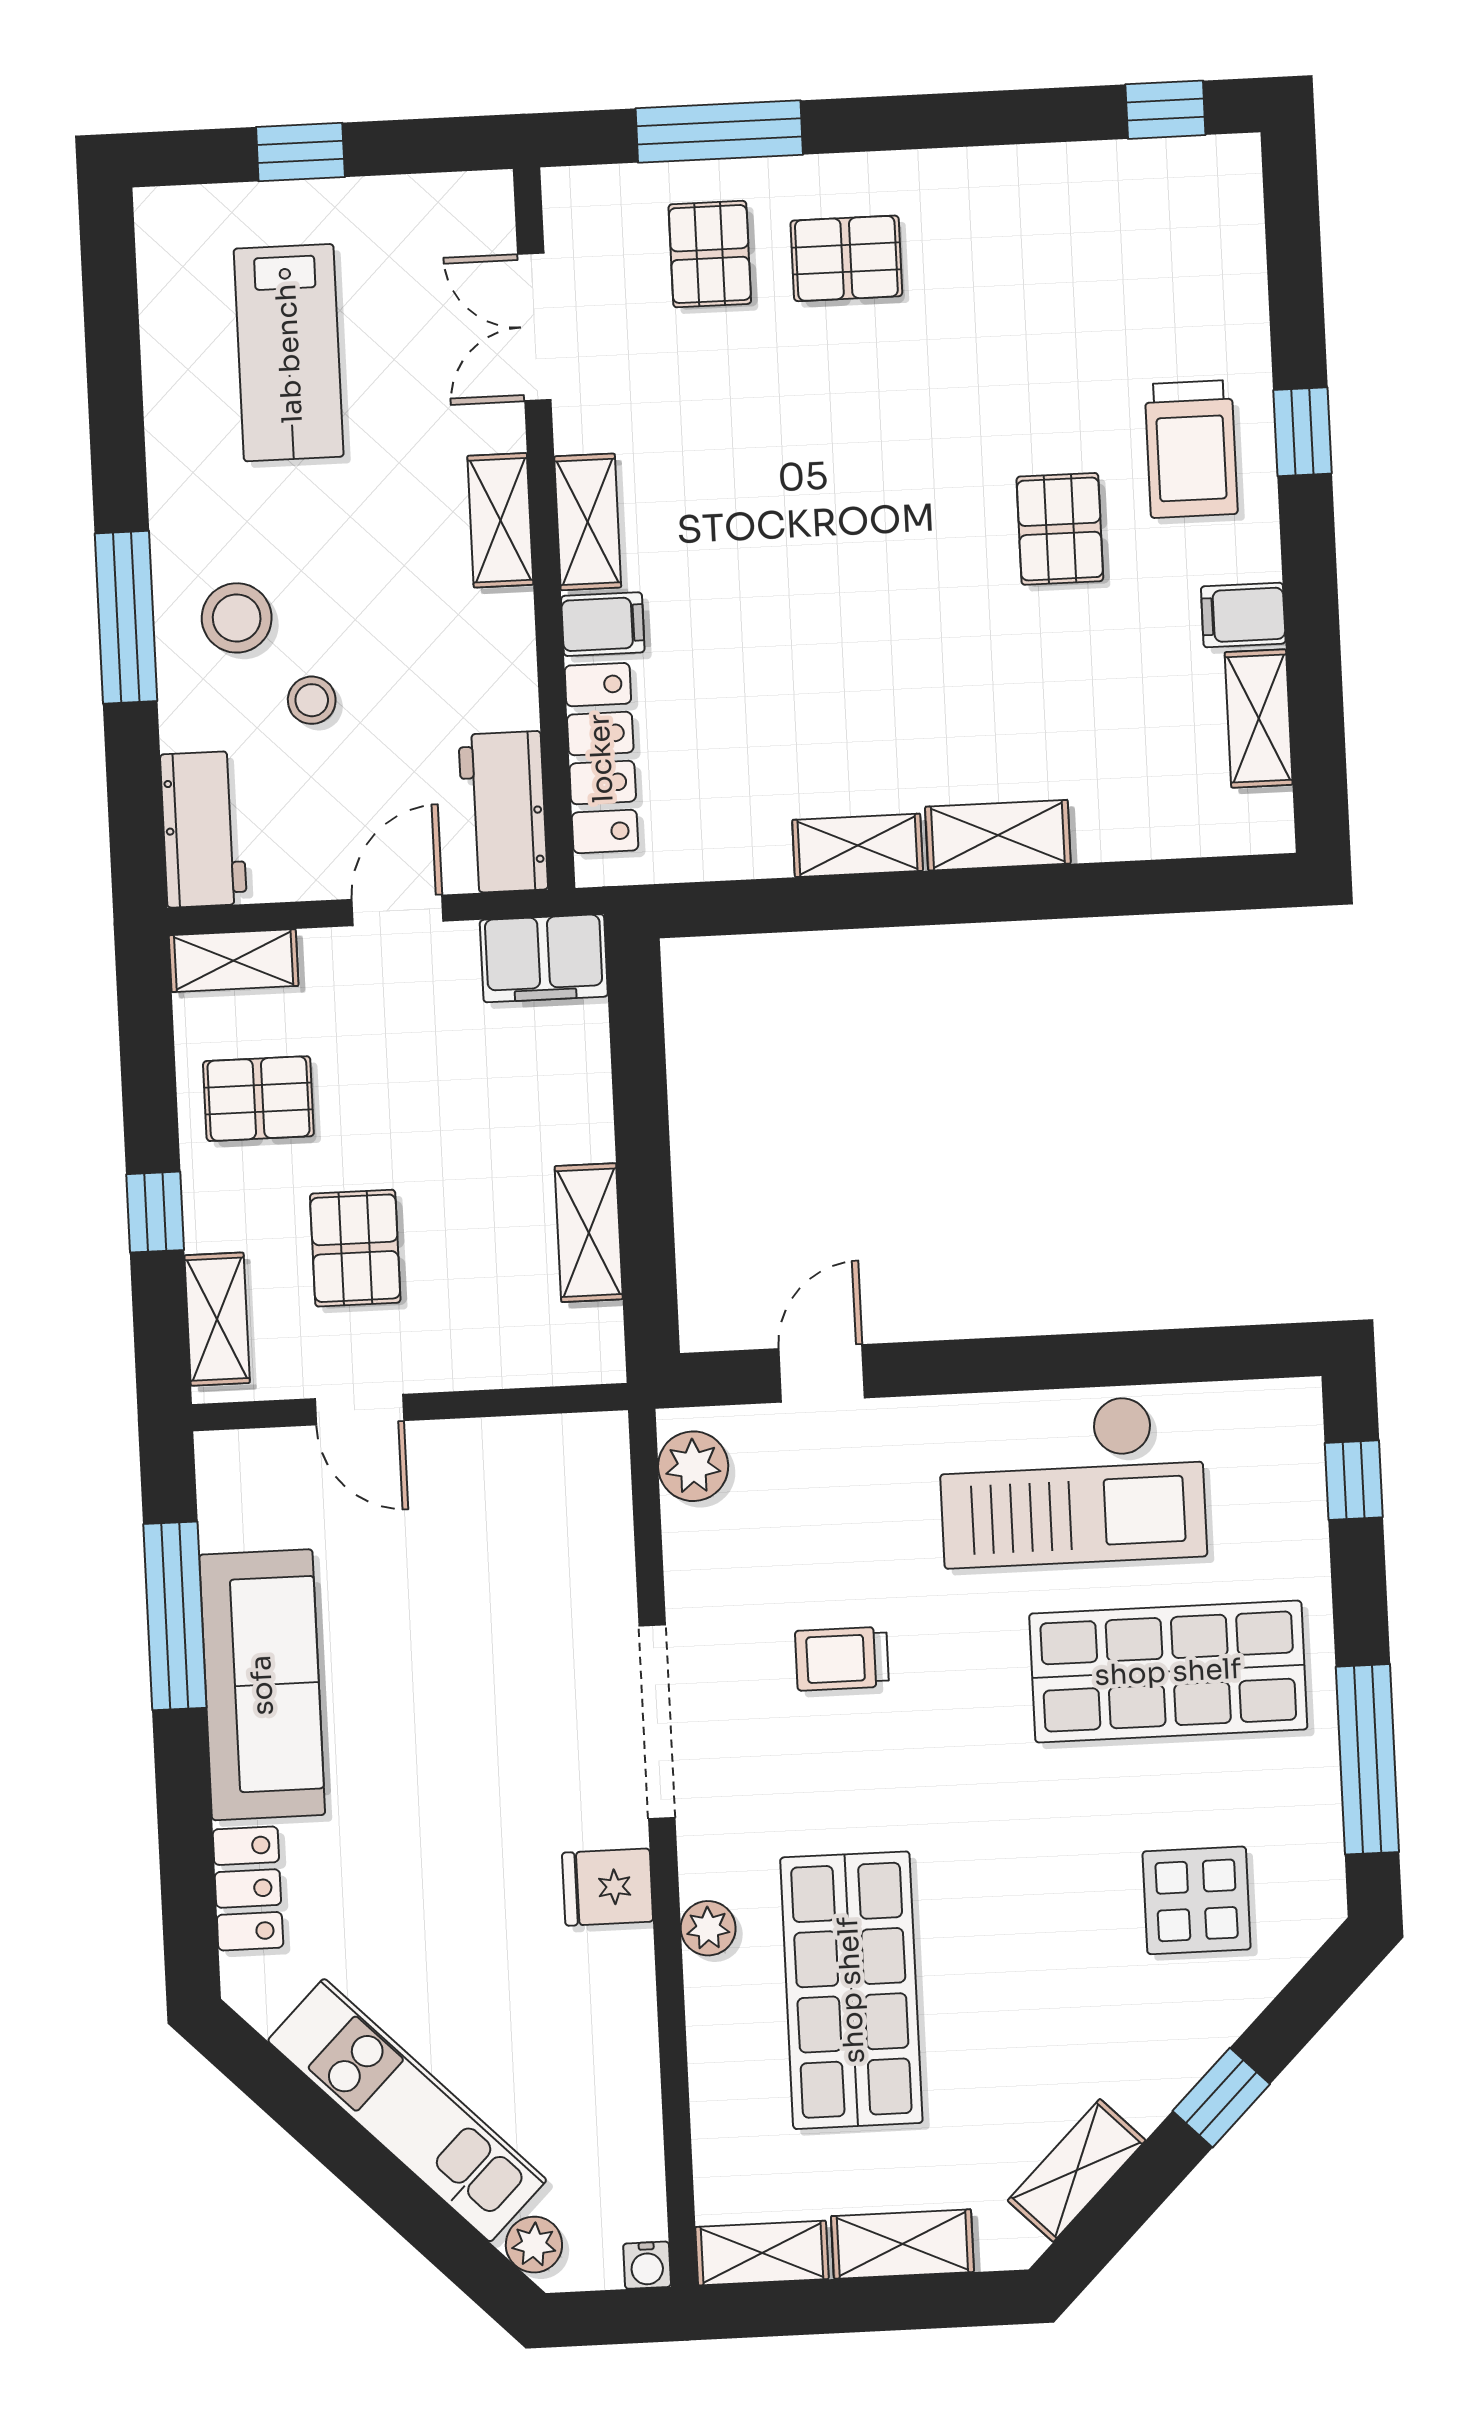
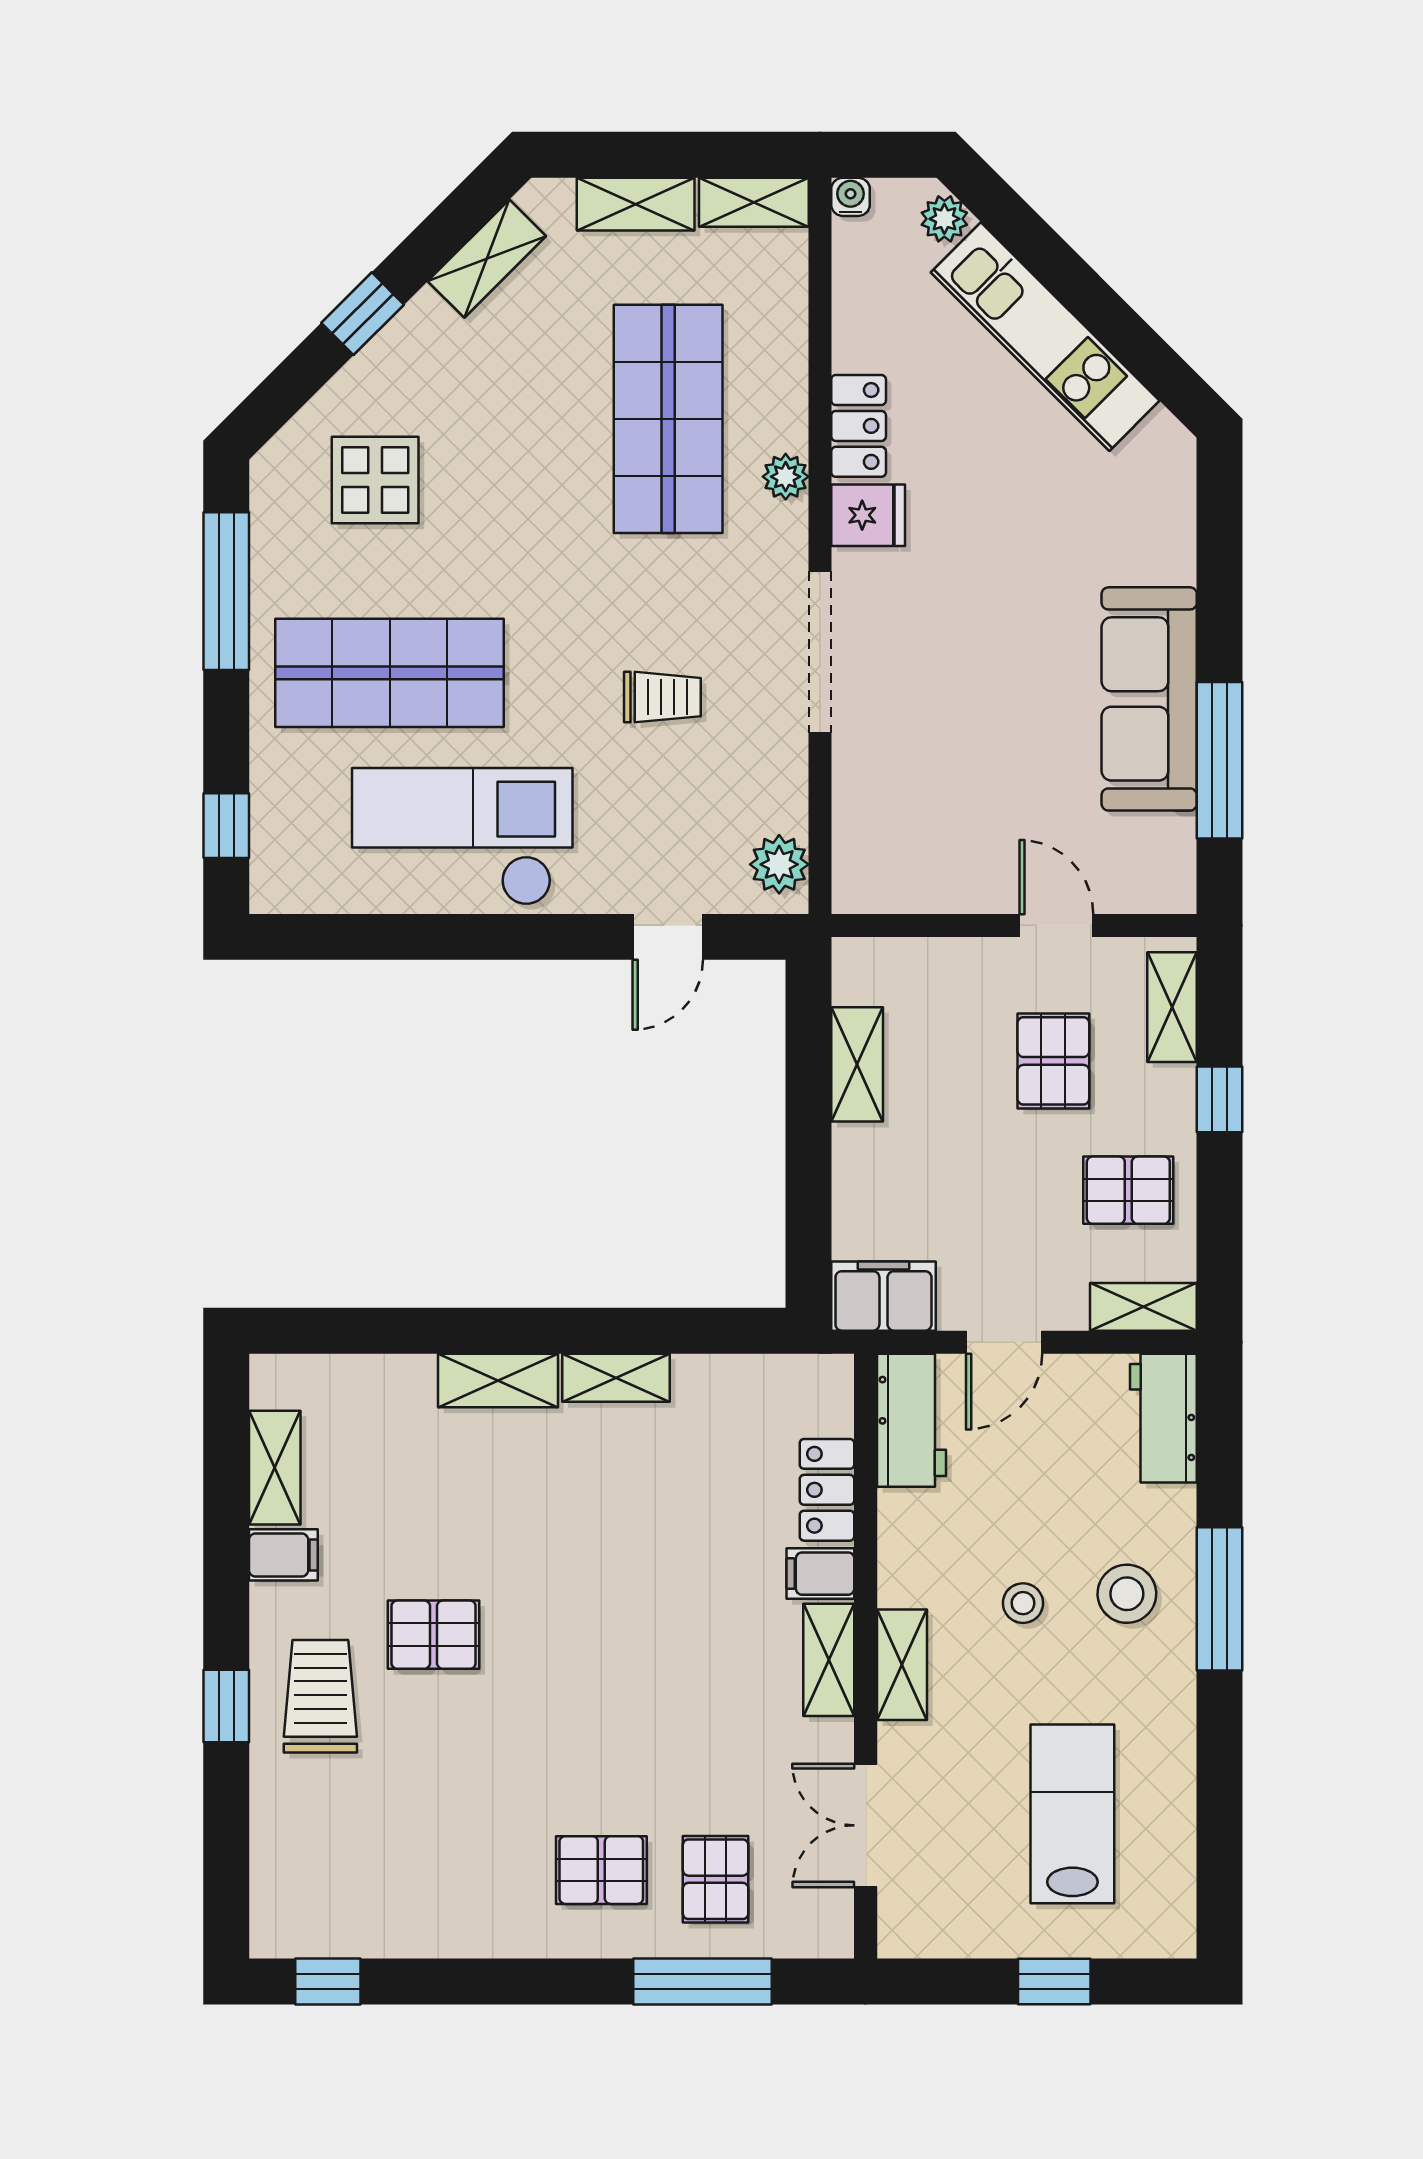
double door: (534, 327) -> (866, 1825), swing flipped
pallet: (1060, 529) -> (434, 1635), turned 90
stool: (312, 700) -> (1023, 1603), moved
locker: (601, 758) -> (827, 1490), width x0.66
locker: (248, 1888) -> (859, 426), moved, turned 180

